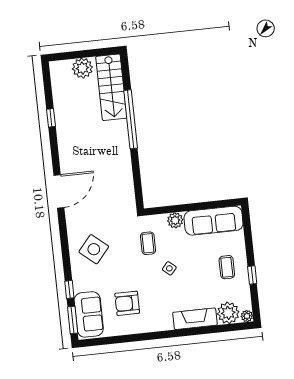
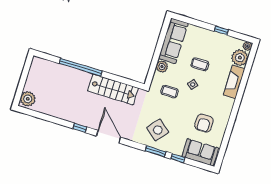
plant: (82, 68) -> (28, 99), moved
stairs: (111, 87) -> (113, 89), moved
window: (51, 118) -> (80, 128), moved
coffee table: (227, 267) -> (200, 64), moved
window: (73, 320) -> (155, 151), moved

